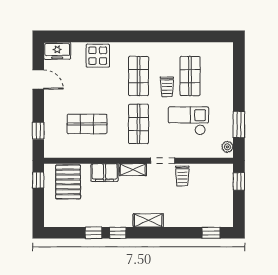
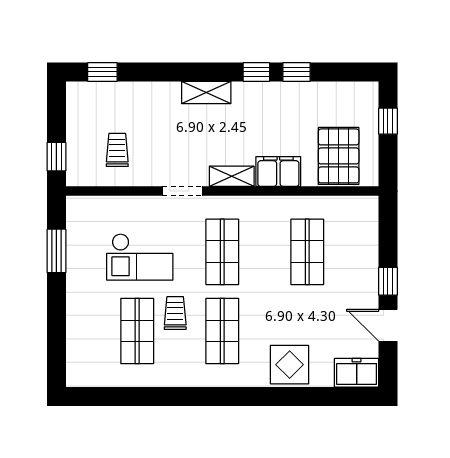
shop shelf: (87, 124) -> (307, 252), turned 90
window: (38, 131) -> (388, 281), moved
plant: (227, 147) -> (75, 214), removed
trolley: (182, 176) -> (117, 150), moved
window: (38, 180) -> (388, 121), moved

